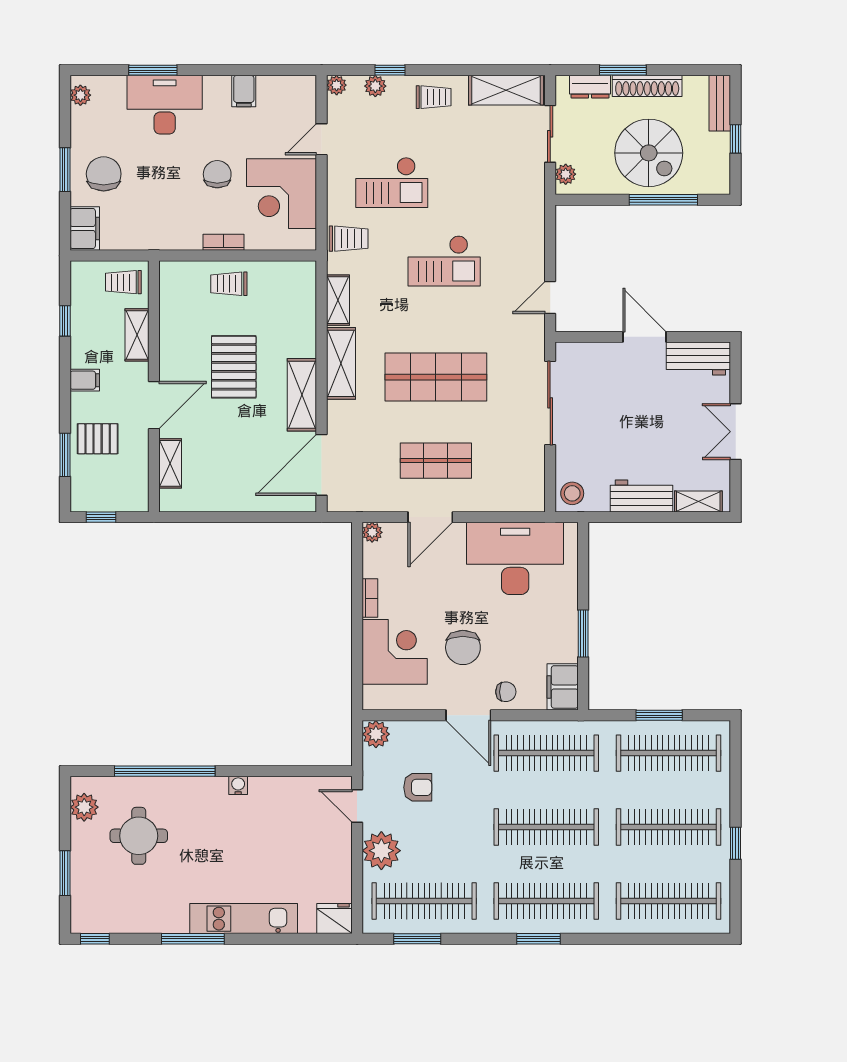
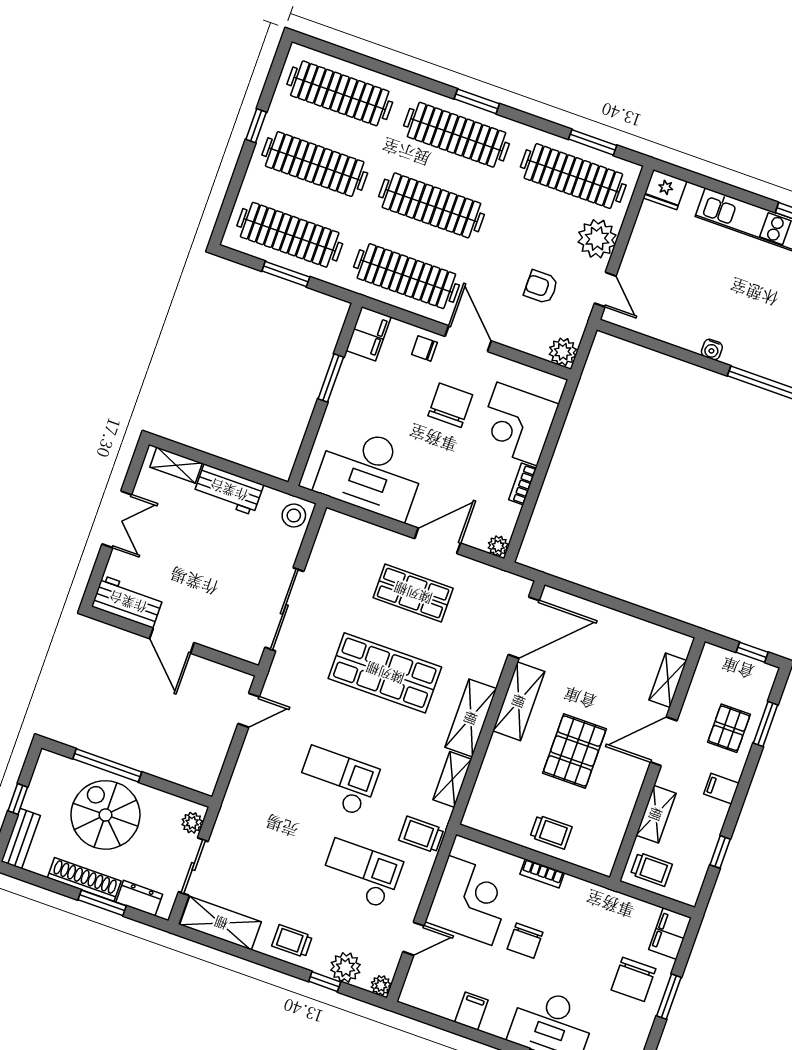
plant: (375, 86) -> (346, 967), width x1.38, depth x1.38
pallet: (98, 439) -> (729, 728), turned 90

